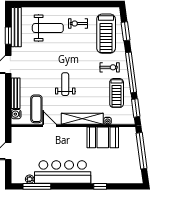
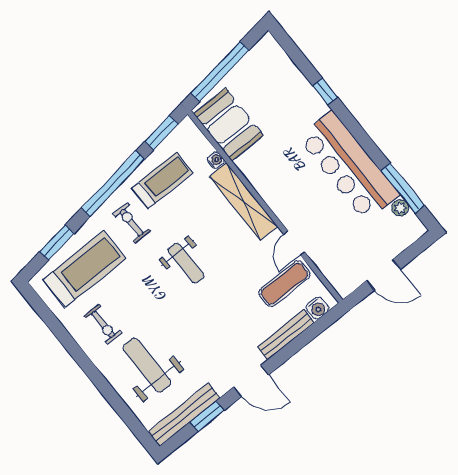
weight bench: (65, 84) -> (186, 263), moved, turned -90
booth: (103, 137) -> (229, 125), moved

